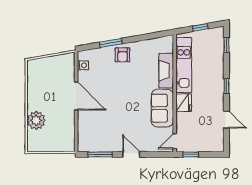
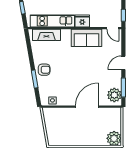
fireplace: (166, 71) -> (46, 35), moved
door: (76, 96) -> (87, 107), moved
plant: (36, 120) -> (114, 138), moved
plant: (91, 143) -> (114, 95), added

